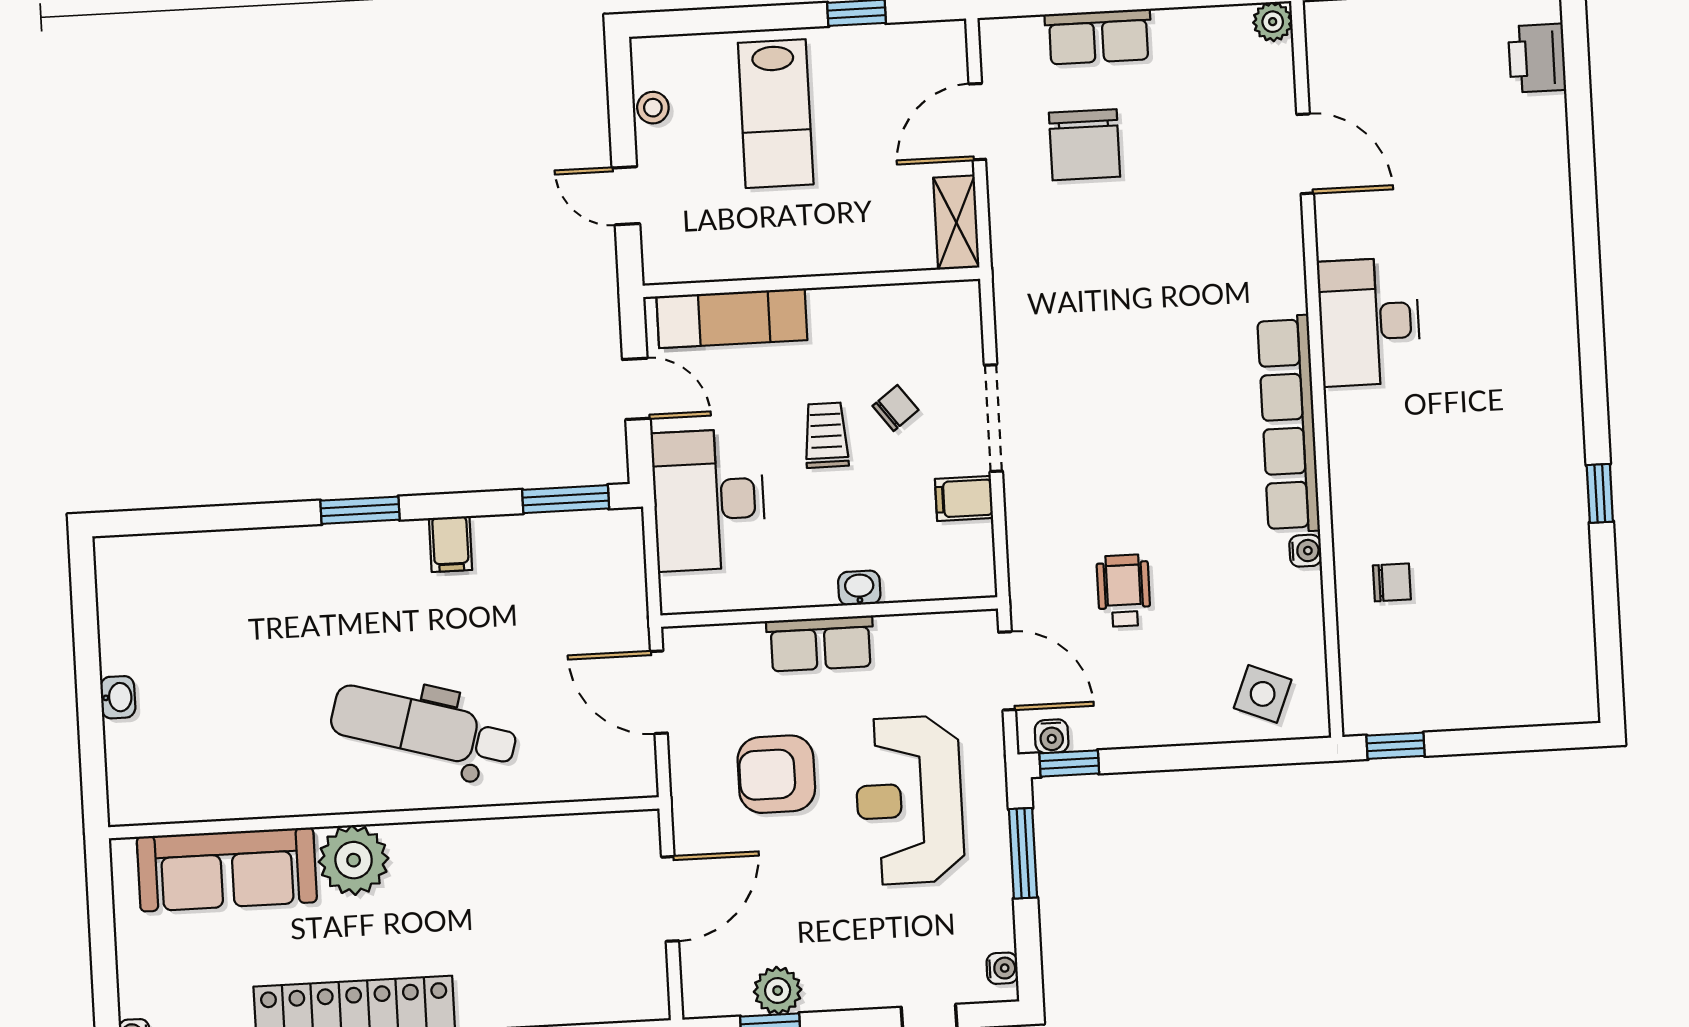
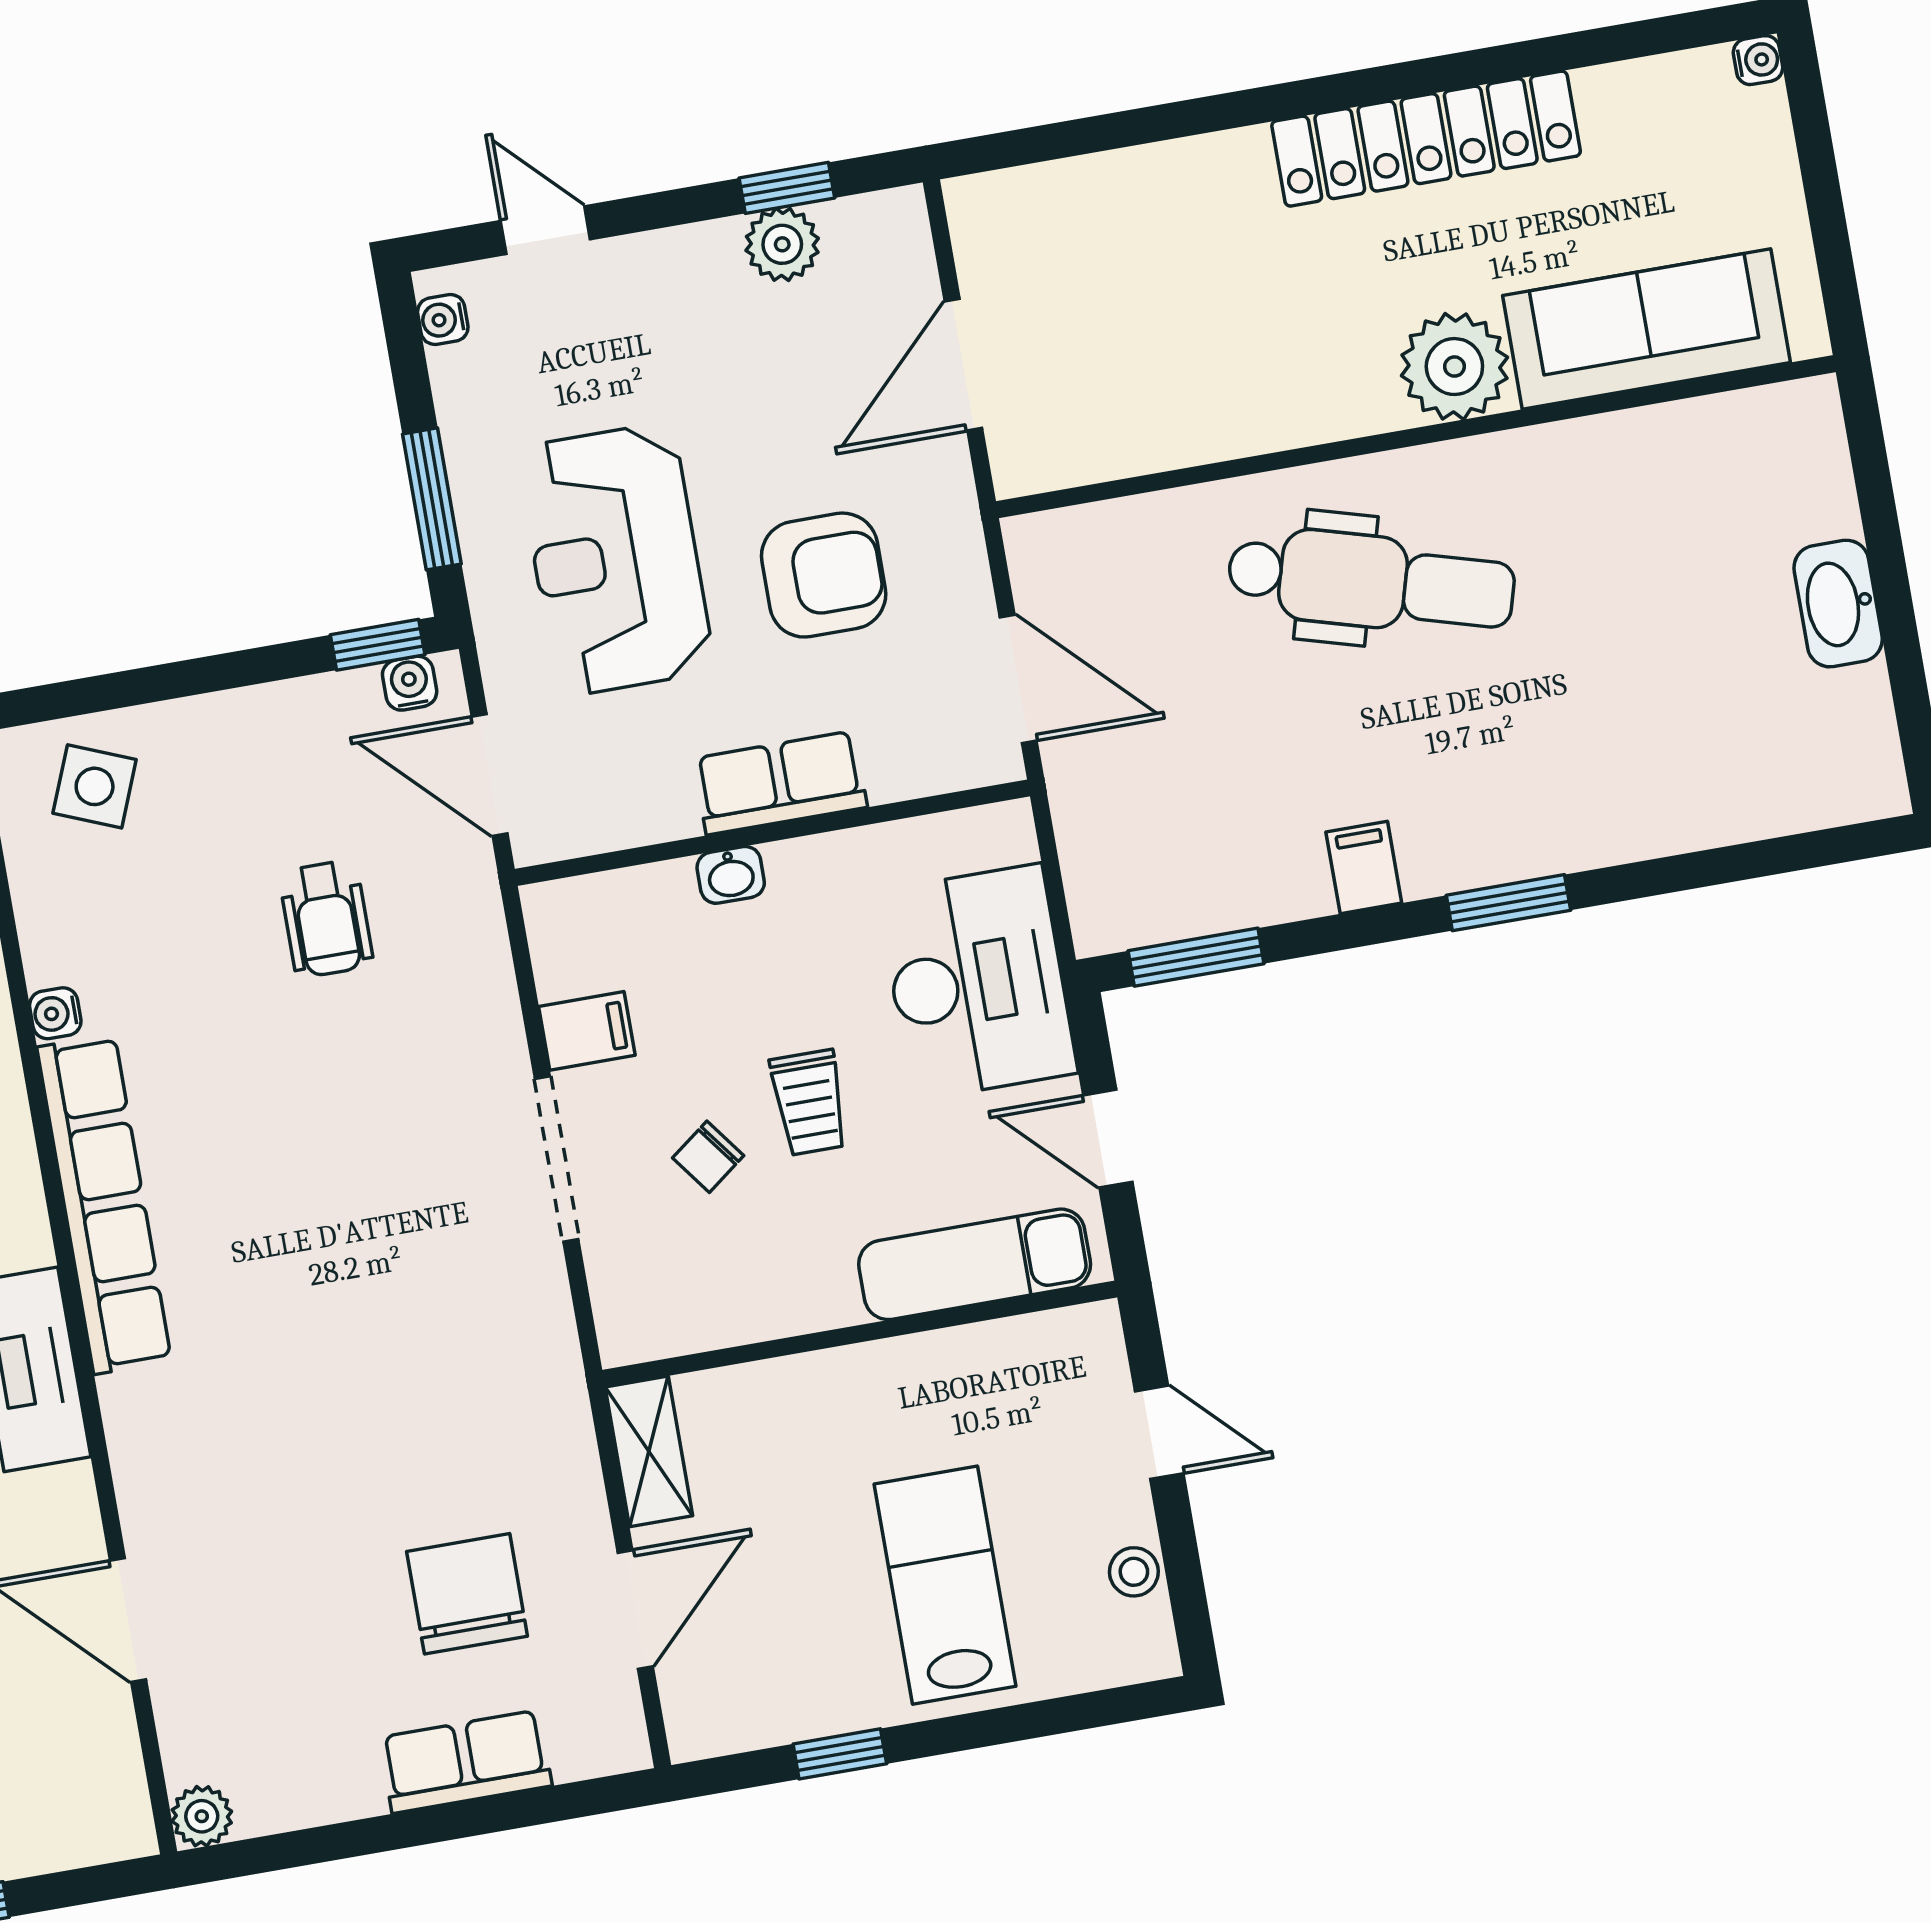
washbasin: (118, 697) -> (1838, 604), width x1.91, depth x1.45
reception desk: (909, 800) -> (616, 559), turned 180

